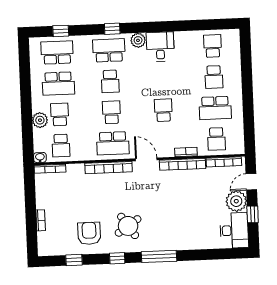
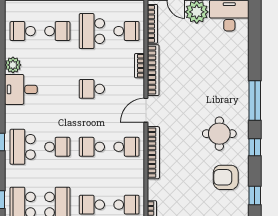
plant: (138, 40) -> (13, 65), moved
school desk: (215, 108) -> (92, 31), turned 180
school desk: (113, 143) -> (126, 147), width x0.54
round table: (128, 226) -> (219, 134), turned 34

